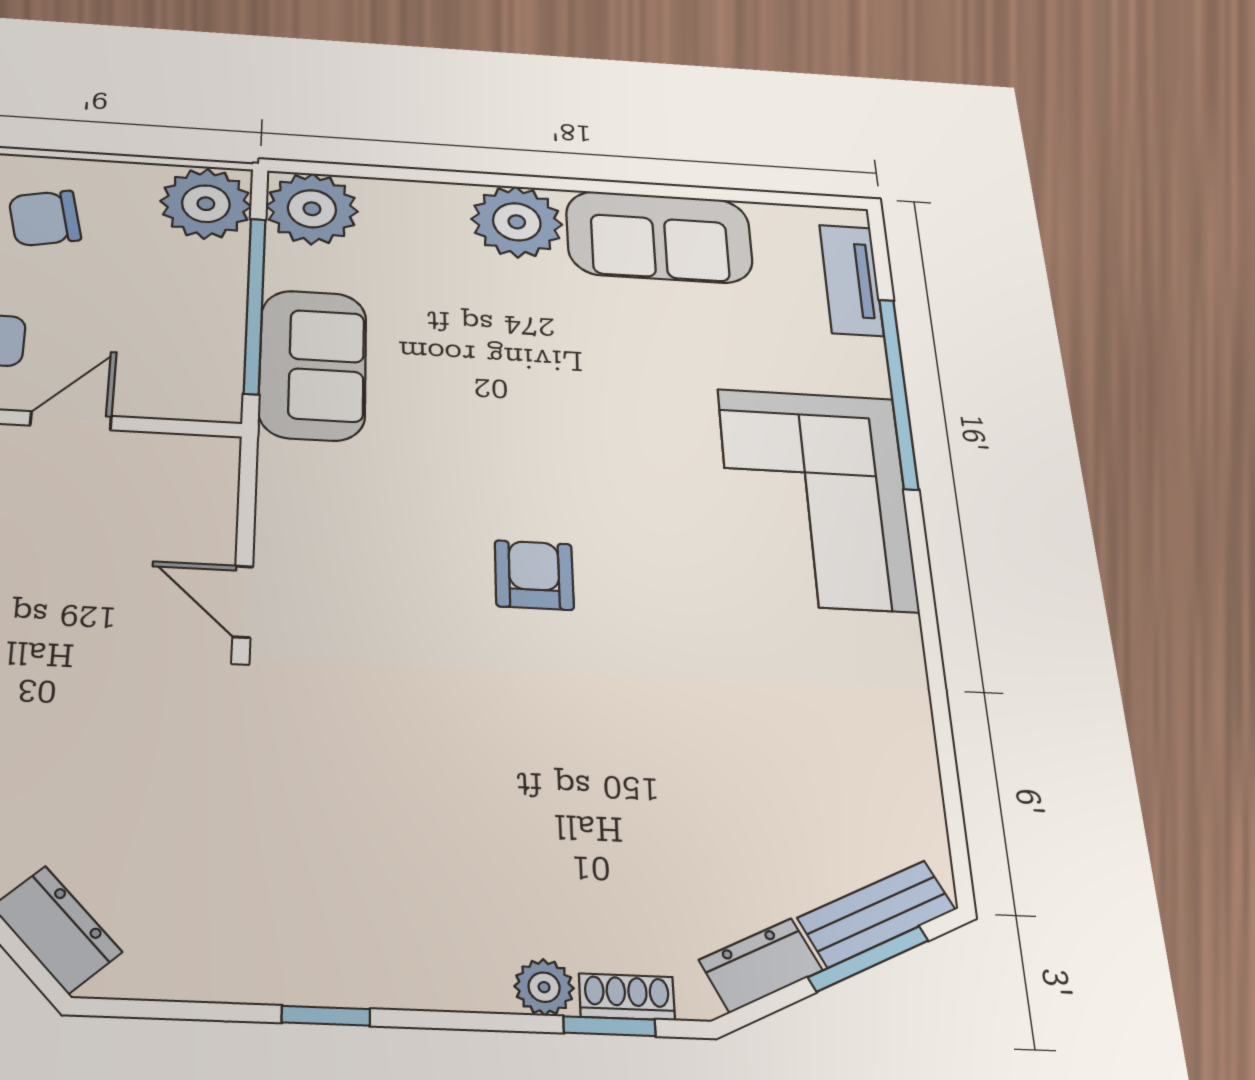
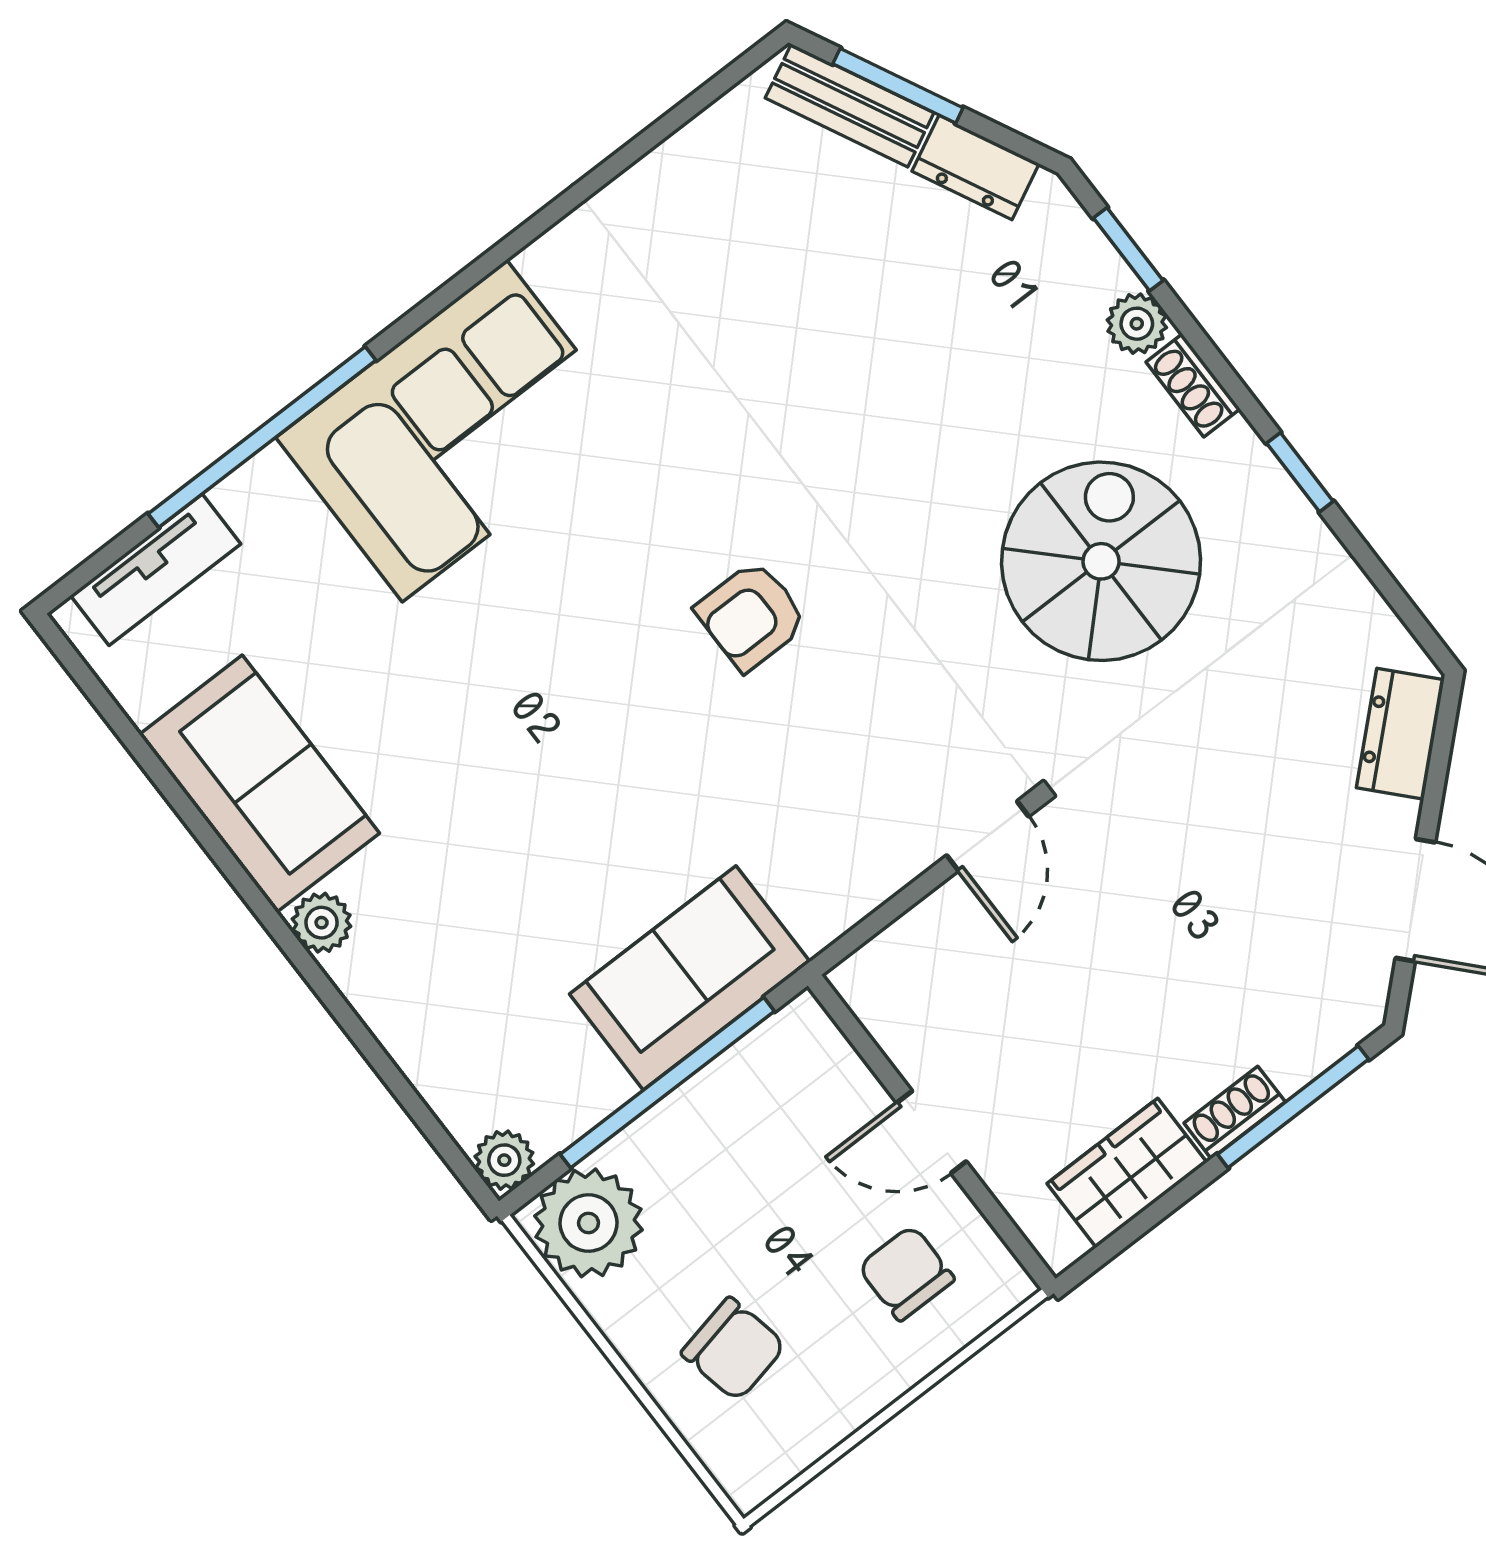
plant: (312, 209) -> (504, 1160), width x0.53, depth x0.53
plant: (517, 222) -> (322, 923), width x0.53, depth x0.53
spiral stairs: (379, 823) -> (1101, 561), added
shoe rack: (627, 997) -> (1193, 385), moved

